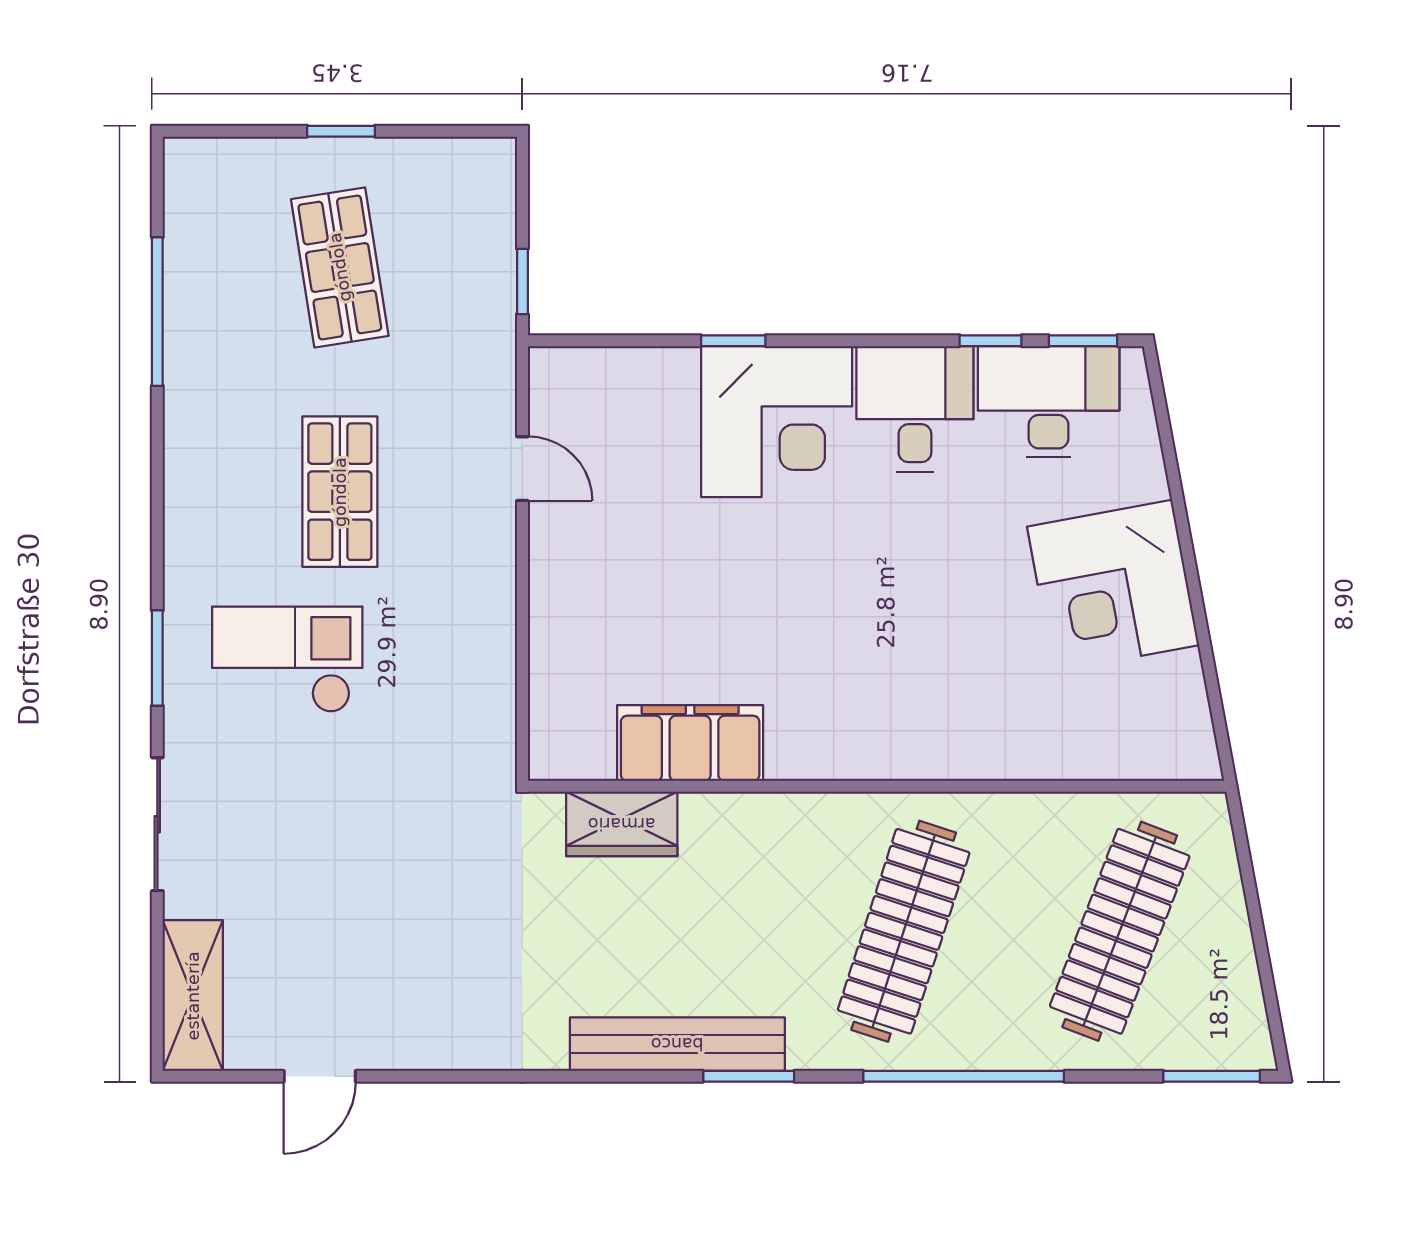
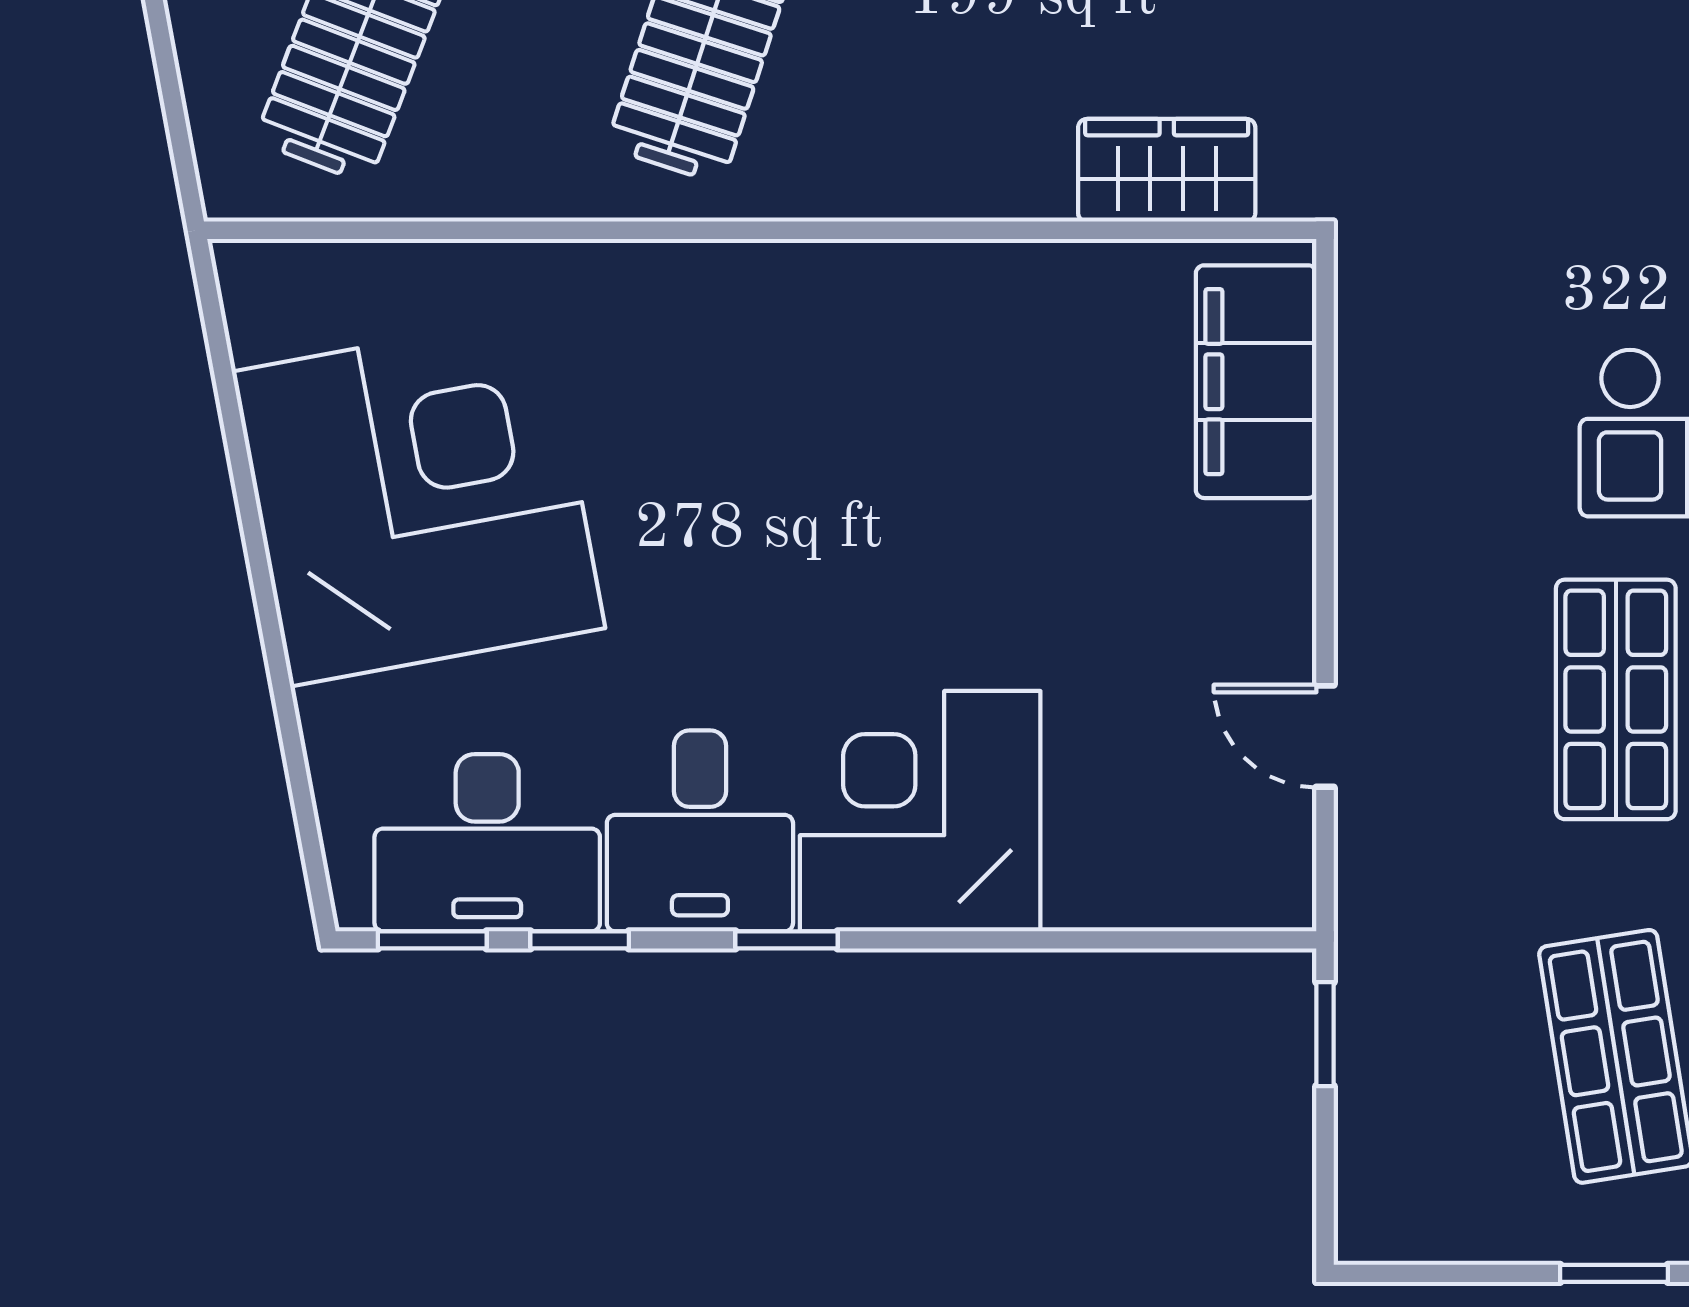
window: (733, 341) -> (786, 940), moved
corner desk: (1113, 586) -> (418, 500), width x1.36, depth x1.36
filing cabinet: (690, 743) -> (1256, 382), moved, turned 90

